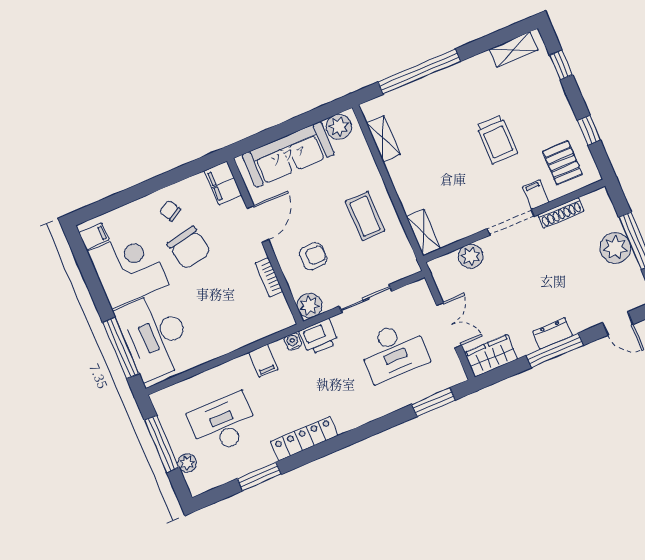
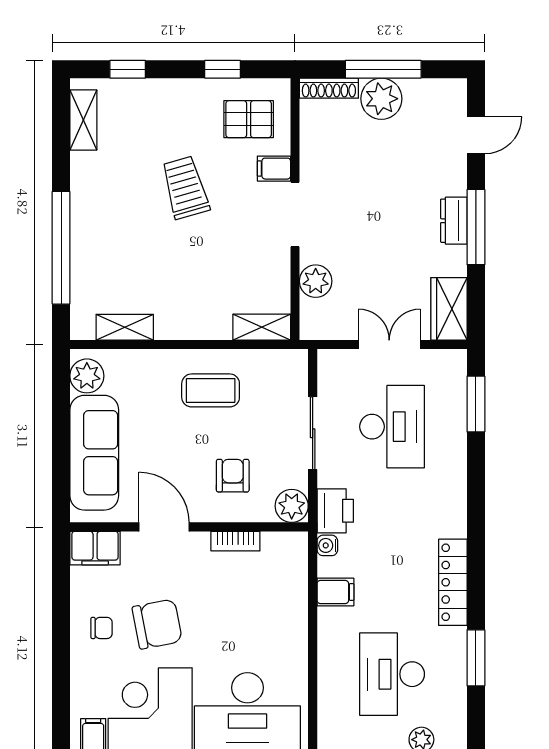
trolley: (497, 139) -> (185, 188), turned -106
chair: (170, 211) -> (102, 628), turned -150
shoe rack: (561, 213) -> (329, 88), moved, turned 90

